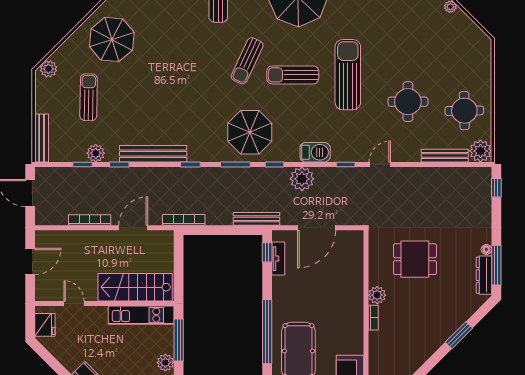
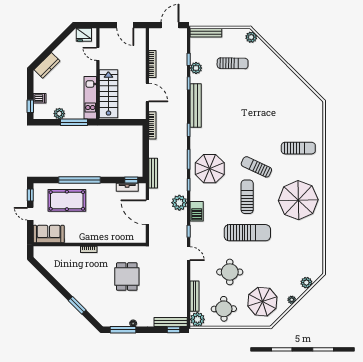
parasol: (112, 39) -> (262, 302), moved
bench: (484, 192) -> (171, 322), added
dresser: (484, 275) -> (116, 322), removed
plant: (377, 295) -> (103, 252), removed
door: (74, 304) -> (98, 54), swing flipped

